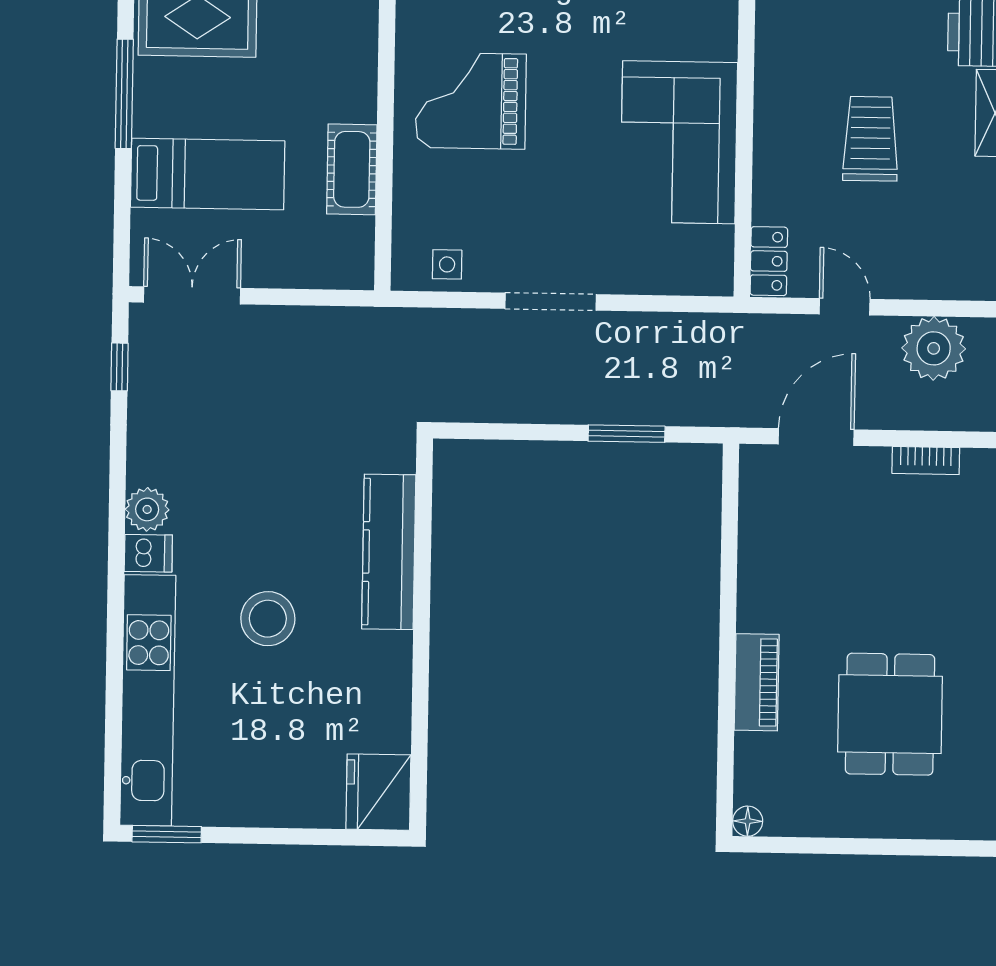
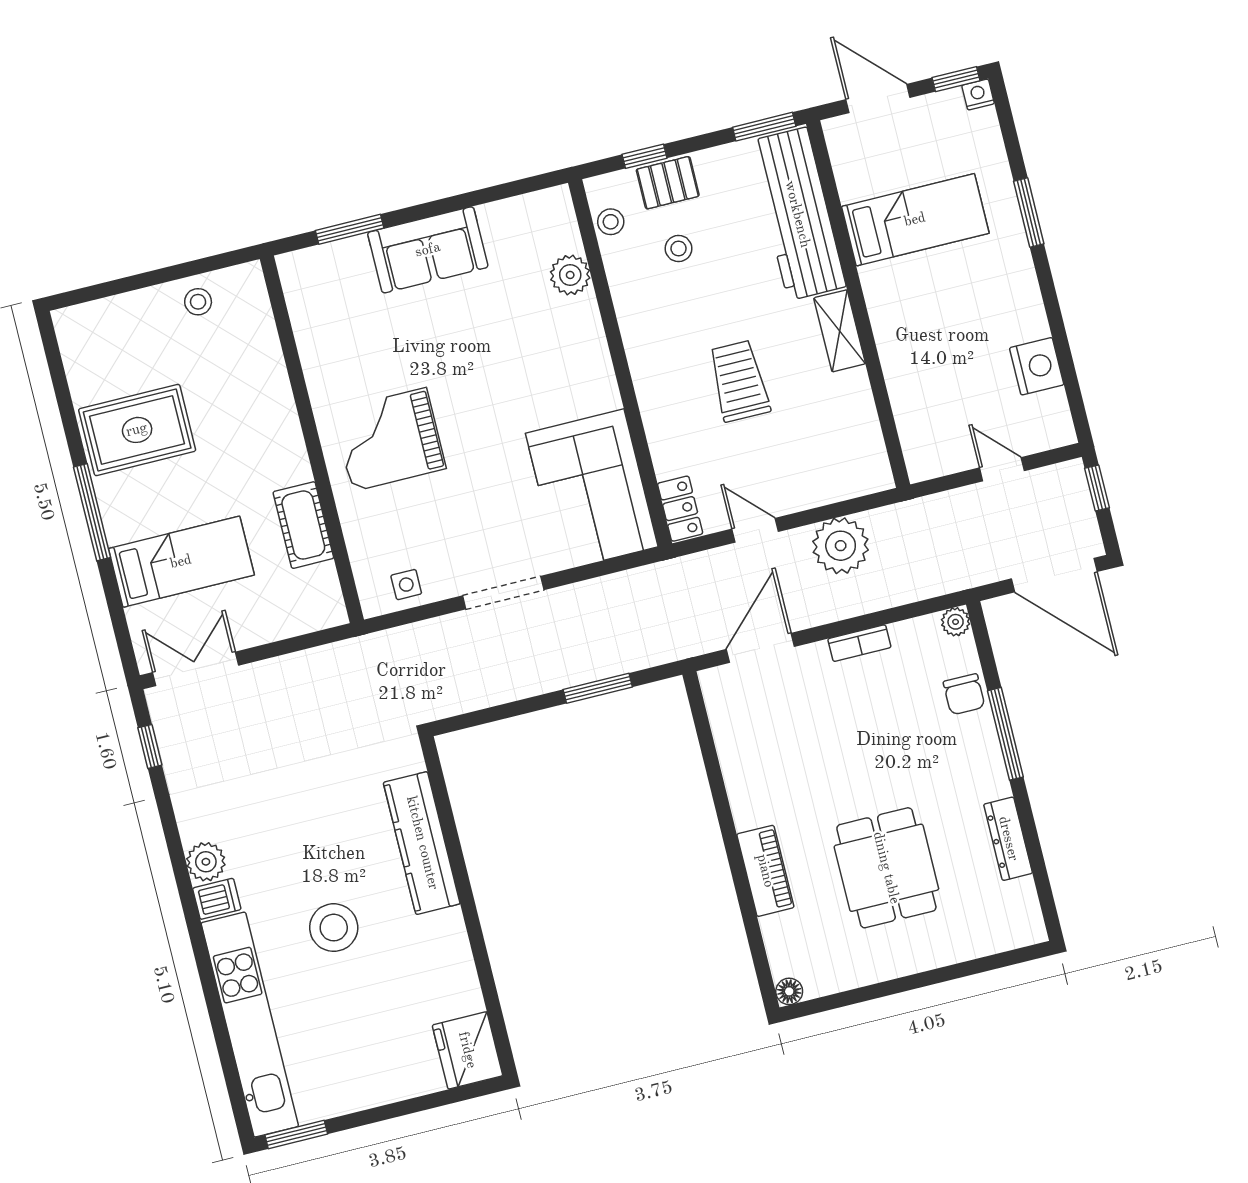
corner sofa: (679, 142) -> (592, 490), moved

